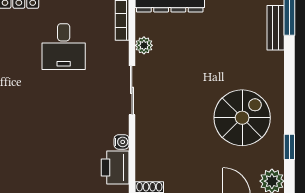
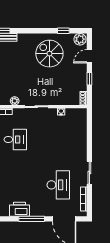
printer: (115, 168) -> (73, 115), removed

